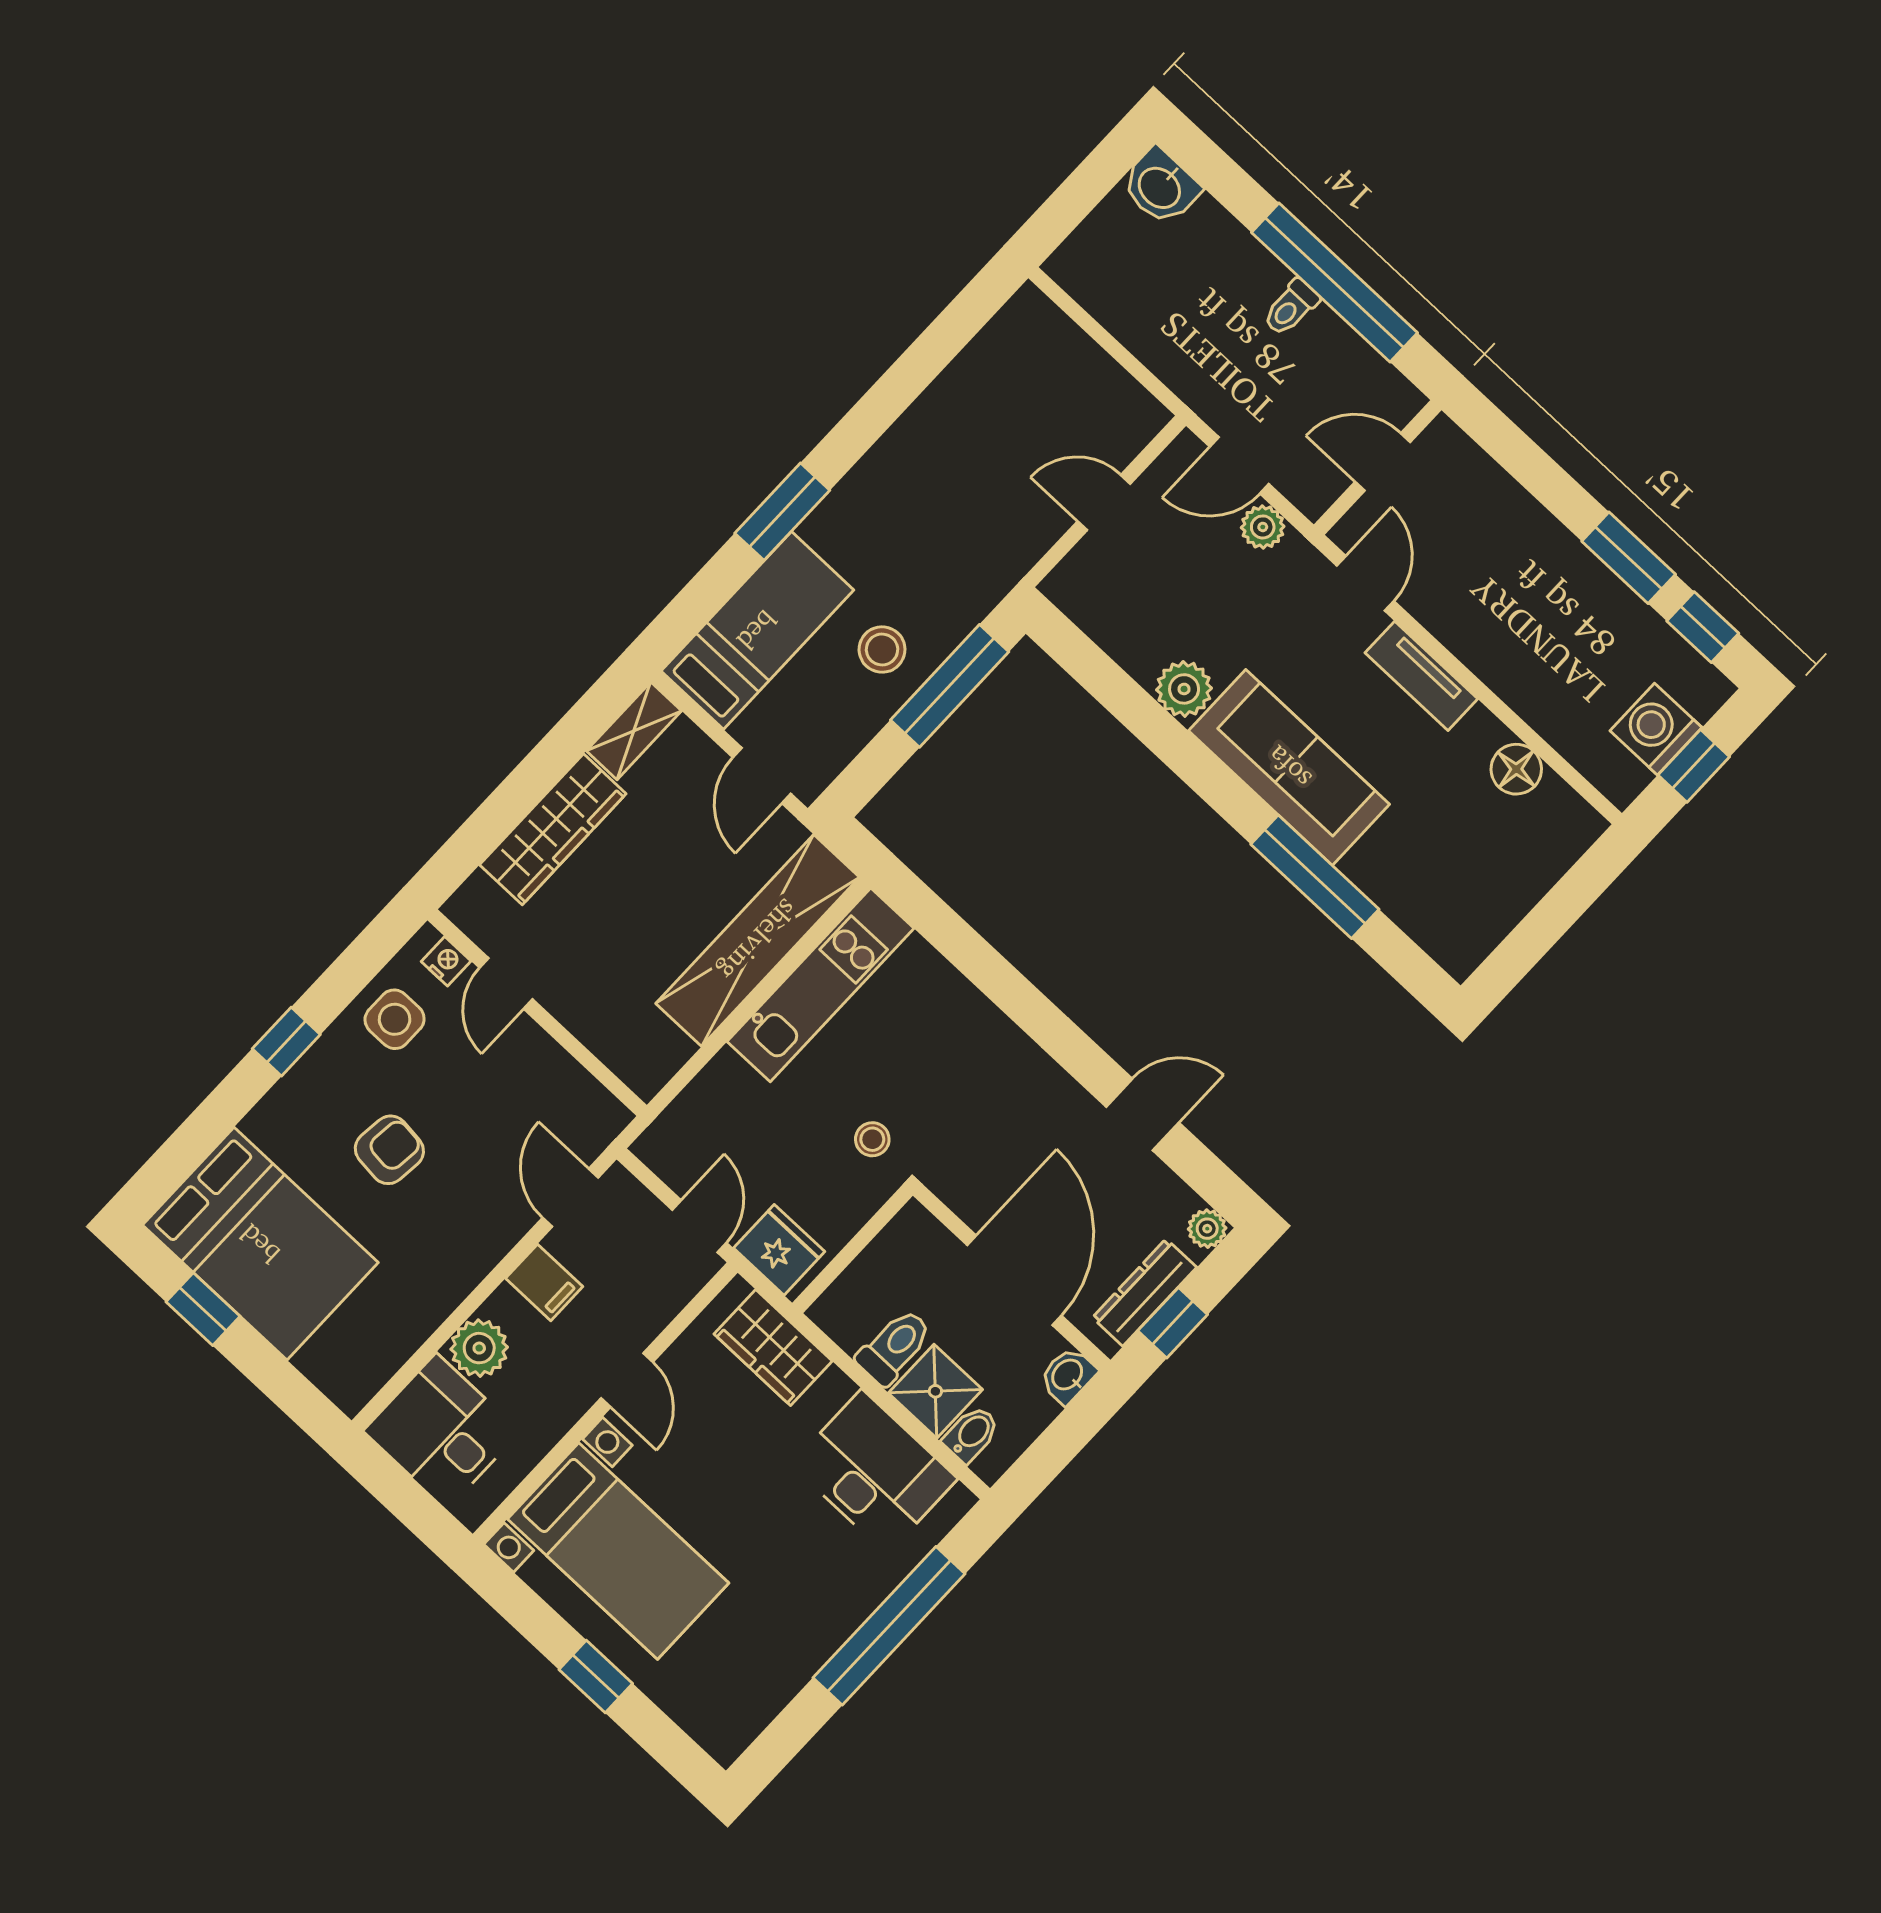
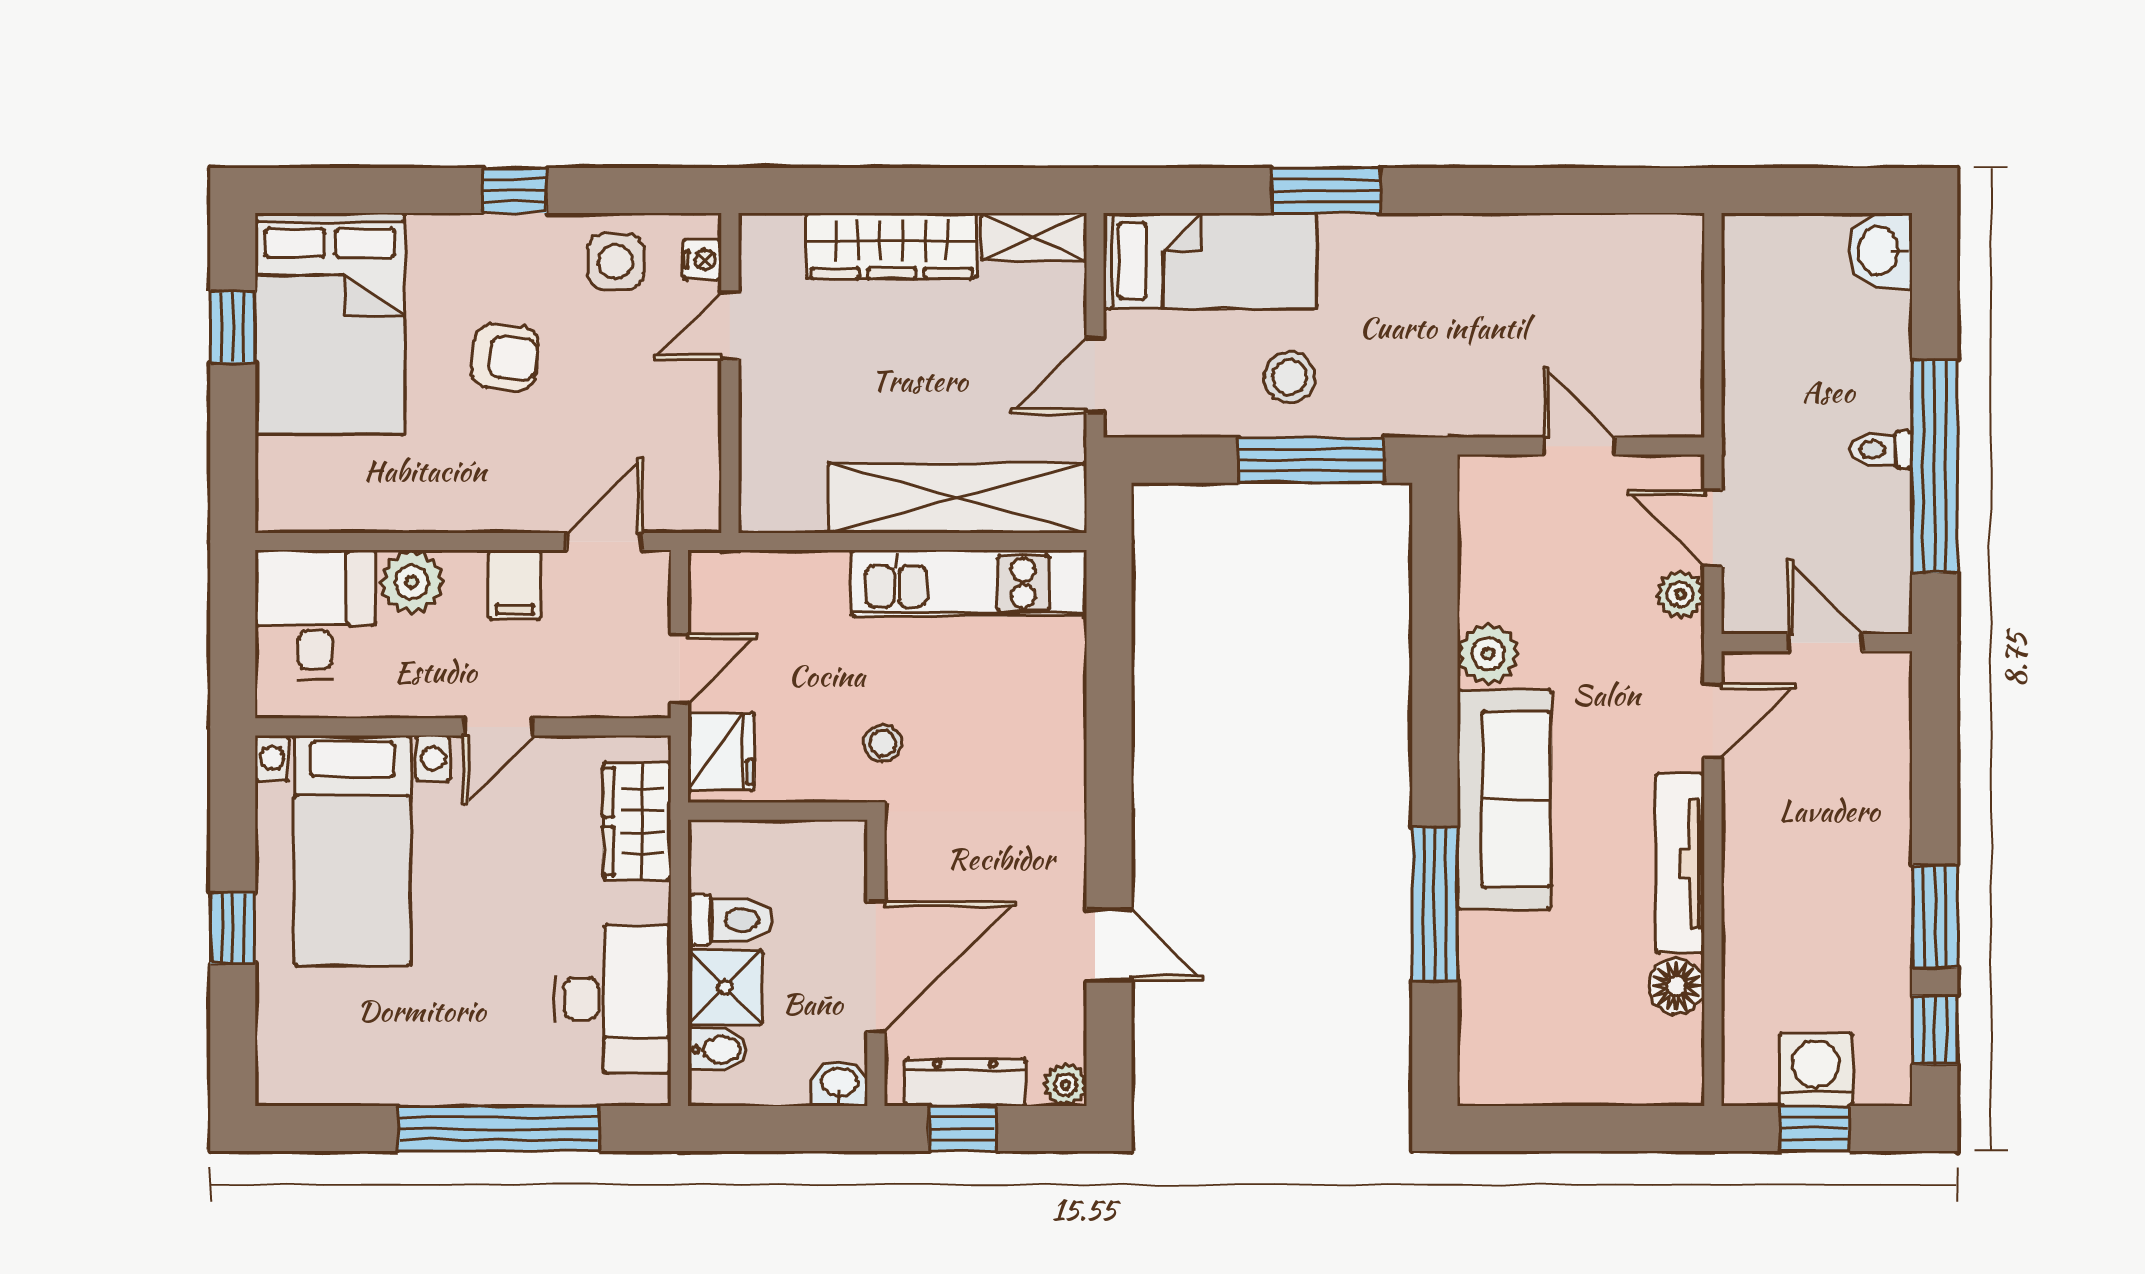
tv unit: (1421, 676) -> (1680, 863), width x1.41

